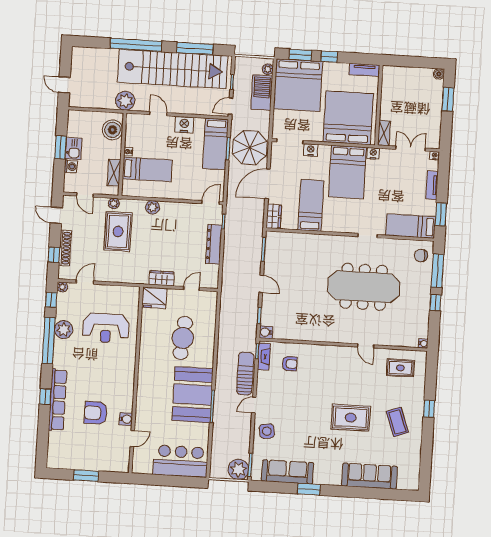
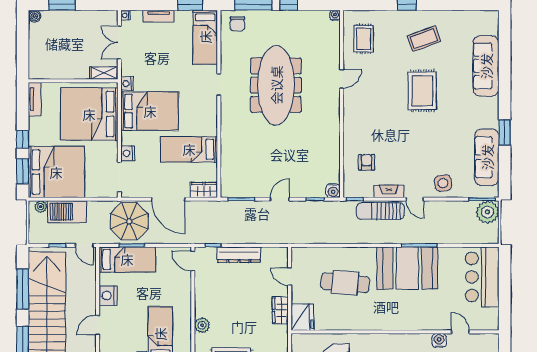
fireplace: (264, 357) -> (389, 191), moved

